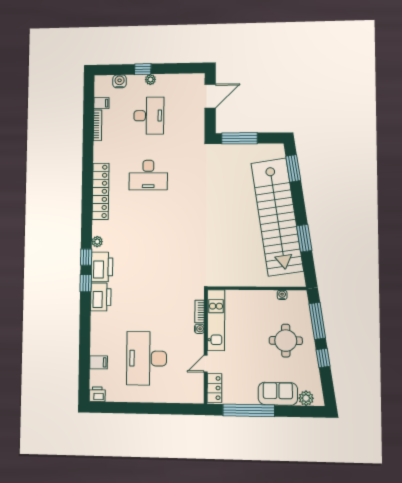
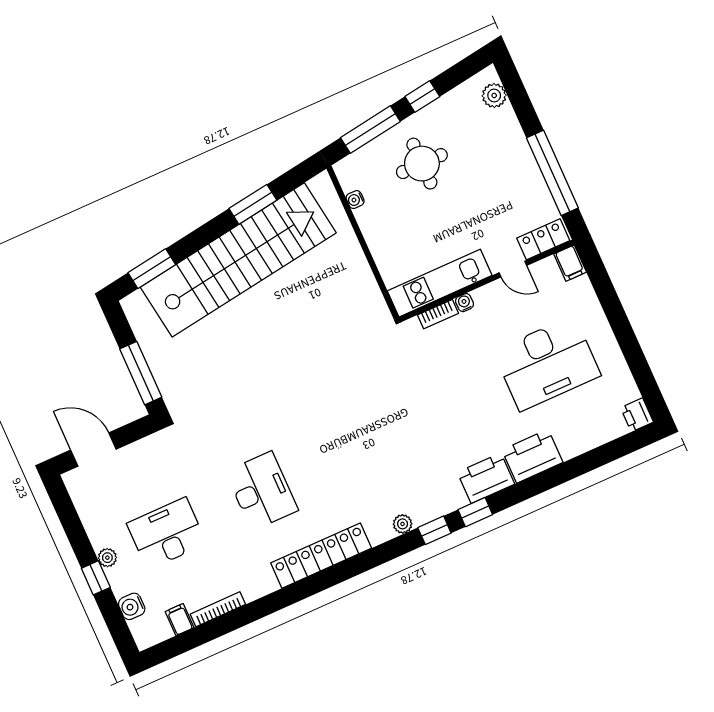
printer: (102, 267) -> (532, 456), moved
filing cabinet: (99, 362) -> (570, 263), moved, turned 180
sofa: (278, 394) -> (507, 140), removed

